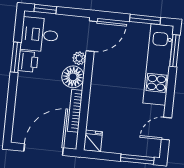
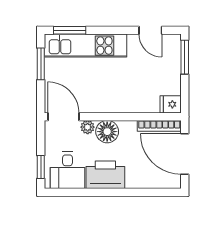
window: (16, 57) -> (93, 192), removed
printer: (28, 62) -> (105, 175), width x1.87, depth x1.48
bookcase: (75, 111) -> (159, 126), moved

